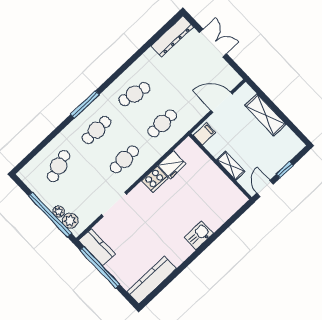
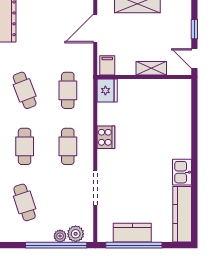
cafe table: (134, 94) -> (25, 90), turned -33
fridge: (172, 164) -> (107, 91), moved
kitchen sink: (199, 235) -> (182, 172), moved
kitchen counter: (97, 247) -> (132, 233), moved

